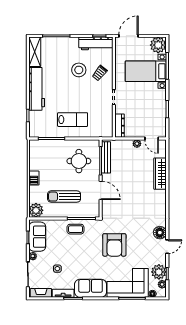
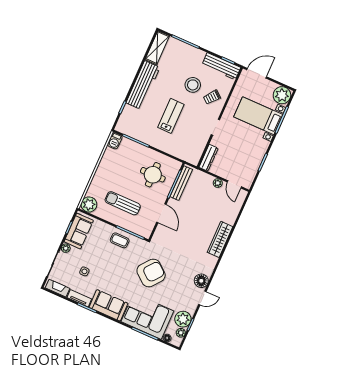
lab bench: (73, 120) -> (171, 116), moved, turned -90
wardrobe: (160, 174) -> (220, 239), moved
barbecue: (34, 178) -> (115, 141), moved
armchair: (114, 245) -> (151, 273), turned -141

